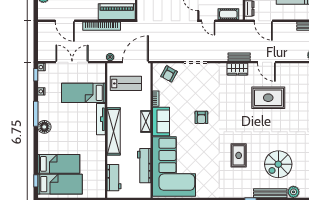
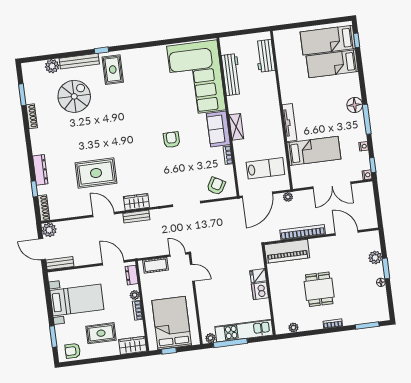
lab bench: (126, 83) -> (265, 168), turned 180
shelving: (114, 131) -> (273, 110), removed
rug: (239, 155) -> (113, 70), moved

